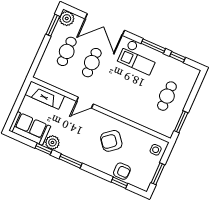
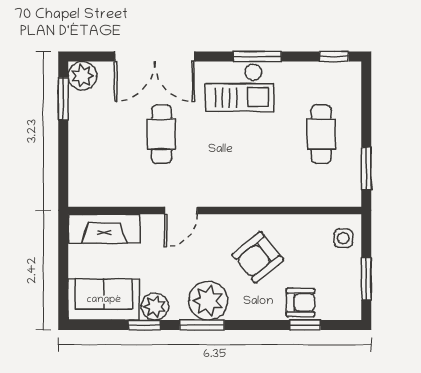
cafe table: (67, 51) -> (108, 134), removed
window: (177, 57) -> (334, 56), moved
plant: (79, 151) -> (208, 301), added

